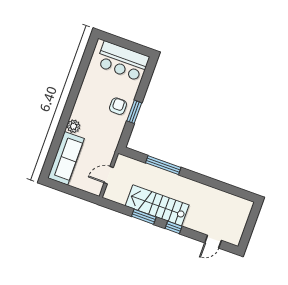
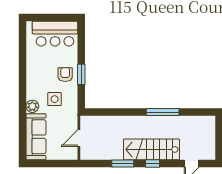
side table: (98, 127) -> (55, 99), added
window: (163, 165) -> (163, 112), moved
stairs: (157, 205) -> (151, 149), moved

